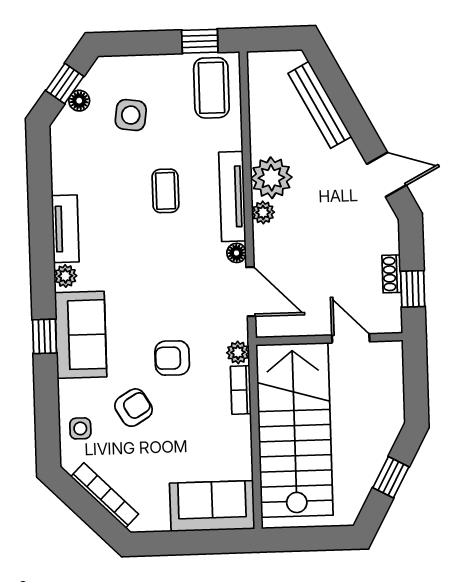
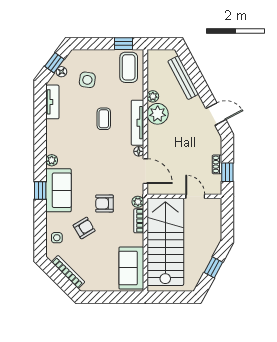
plant: (263, 212) -> (153, 96), moved
tv unit: (65, 229) -> (52, 102), moved
sofa: (212, 506) -> (131, 268), moved, turned -90

